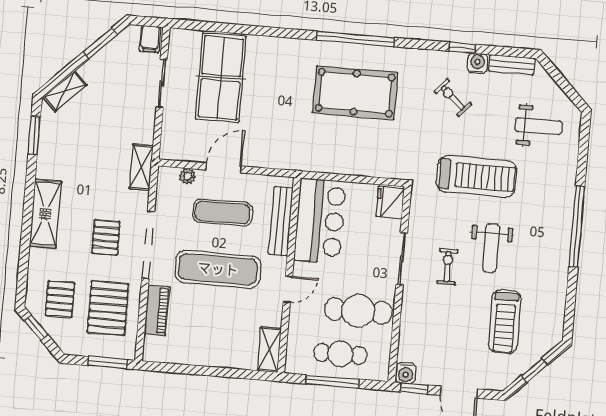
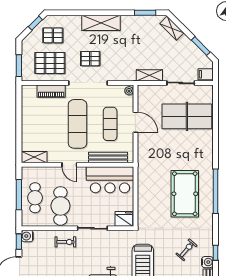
shelving: (141, 167) -> (149, 75), moved
plant: (187, 176) -> (129, 91), moved
exercise bike: (447, 267) -> (65, 242), moved

